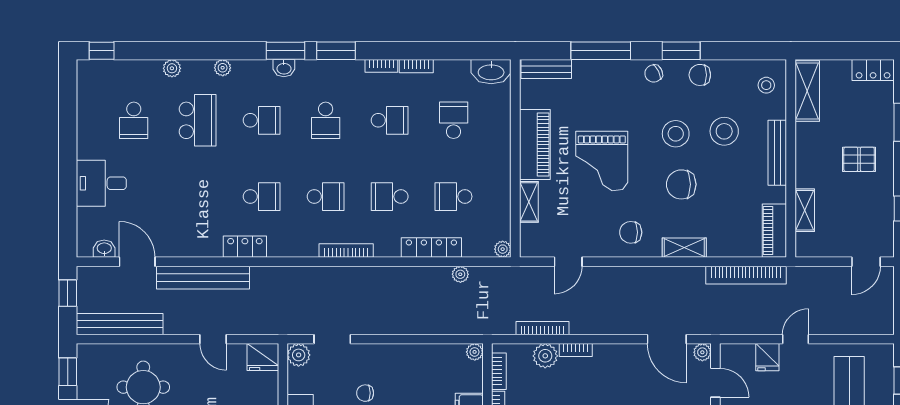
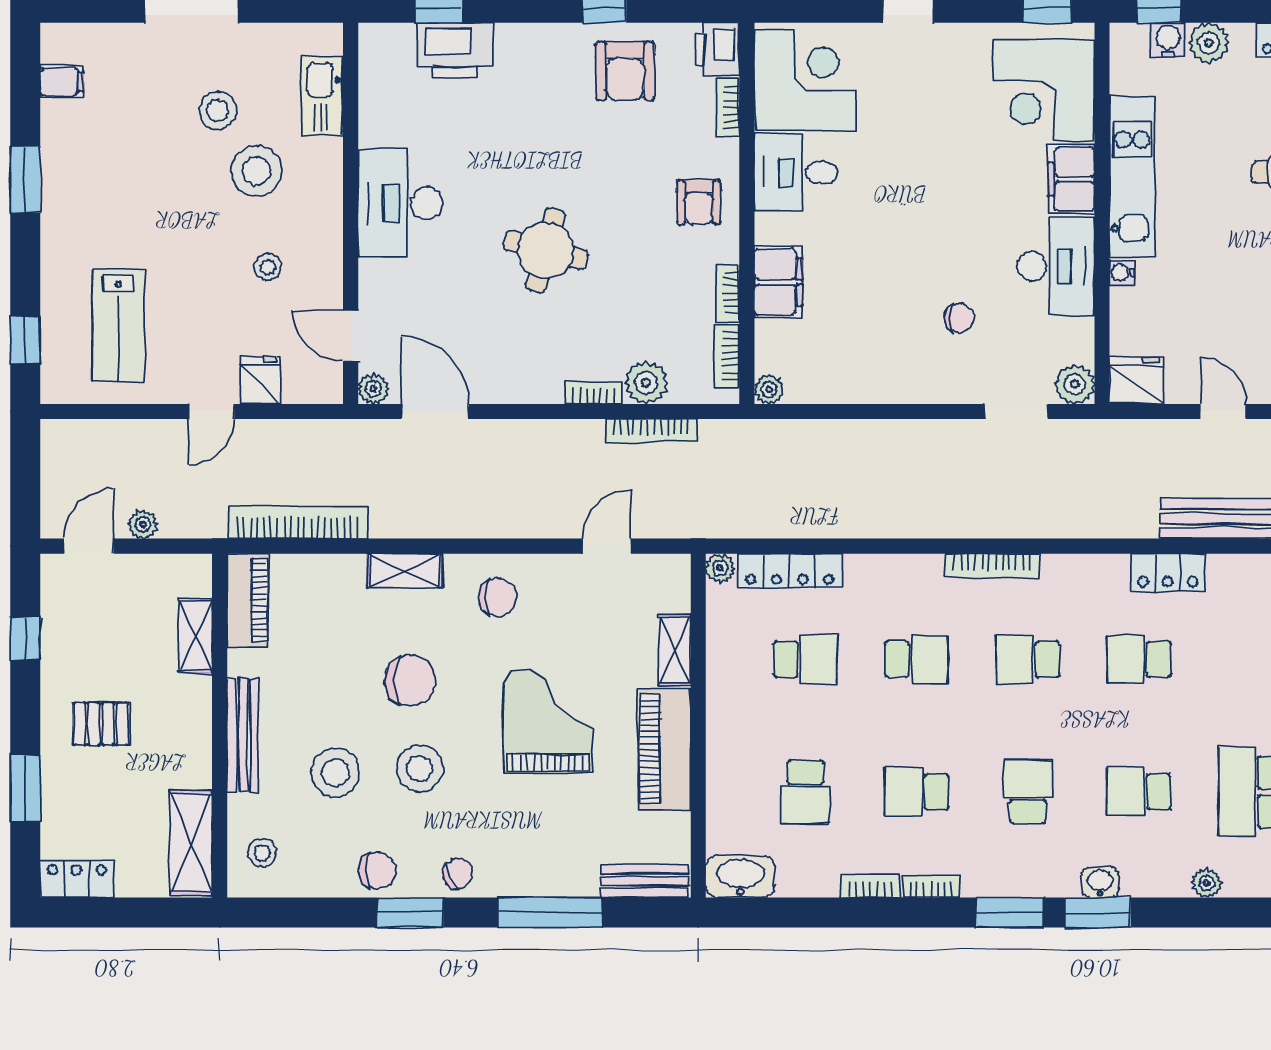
locker: (431, 247) -> (790, 571), moved
plant: (460, 274) -> (143, 524), moved

